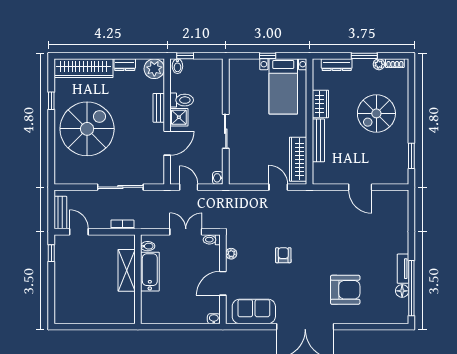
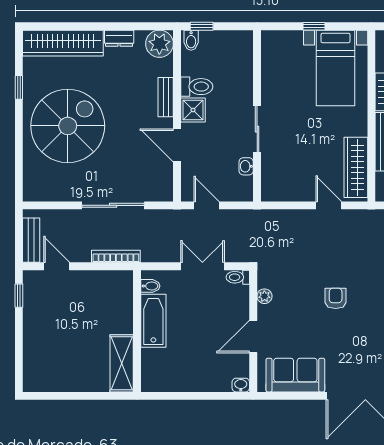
door: (167, 143) -> (177, 145), swing flipped
washbasin: (218, 178) -> (246, 166), moved
bookcase: (122, 224) -> (116, 256), width x1.56
shelving: (127, 270) -> (122, 363), moved

